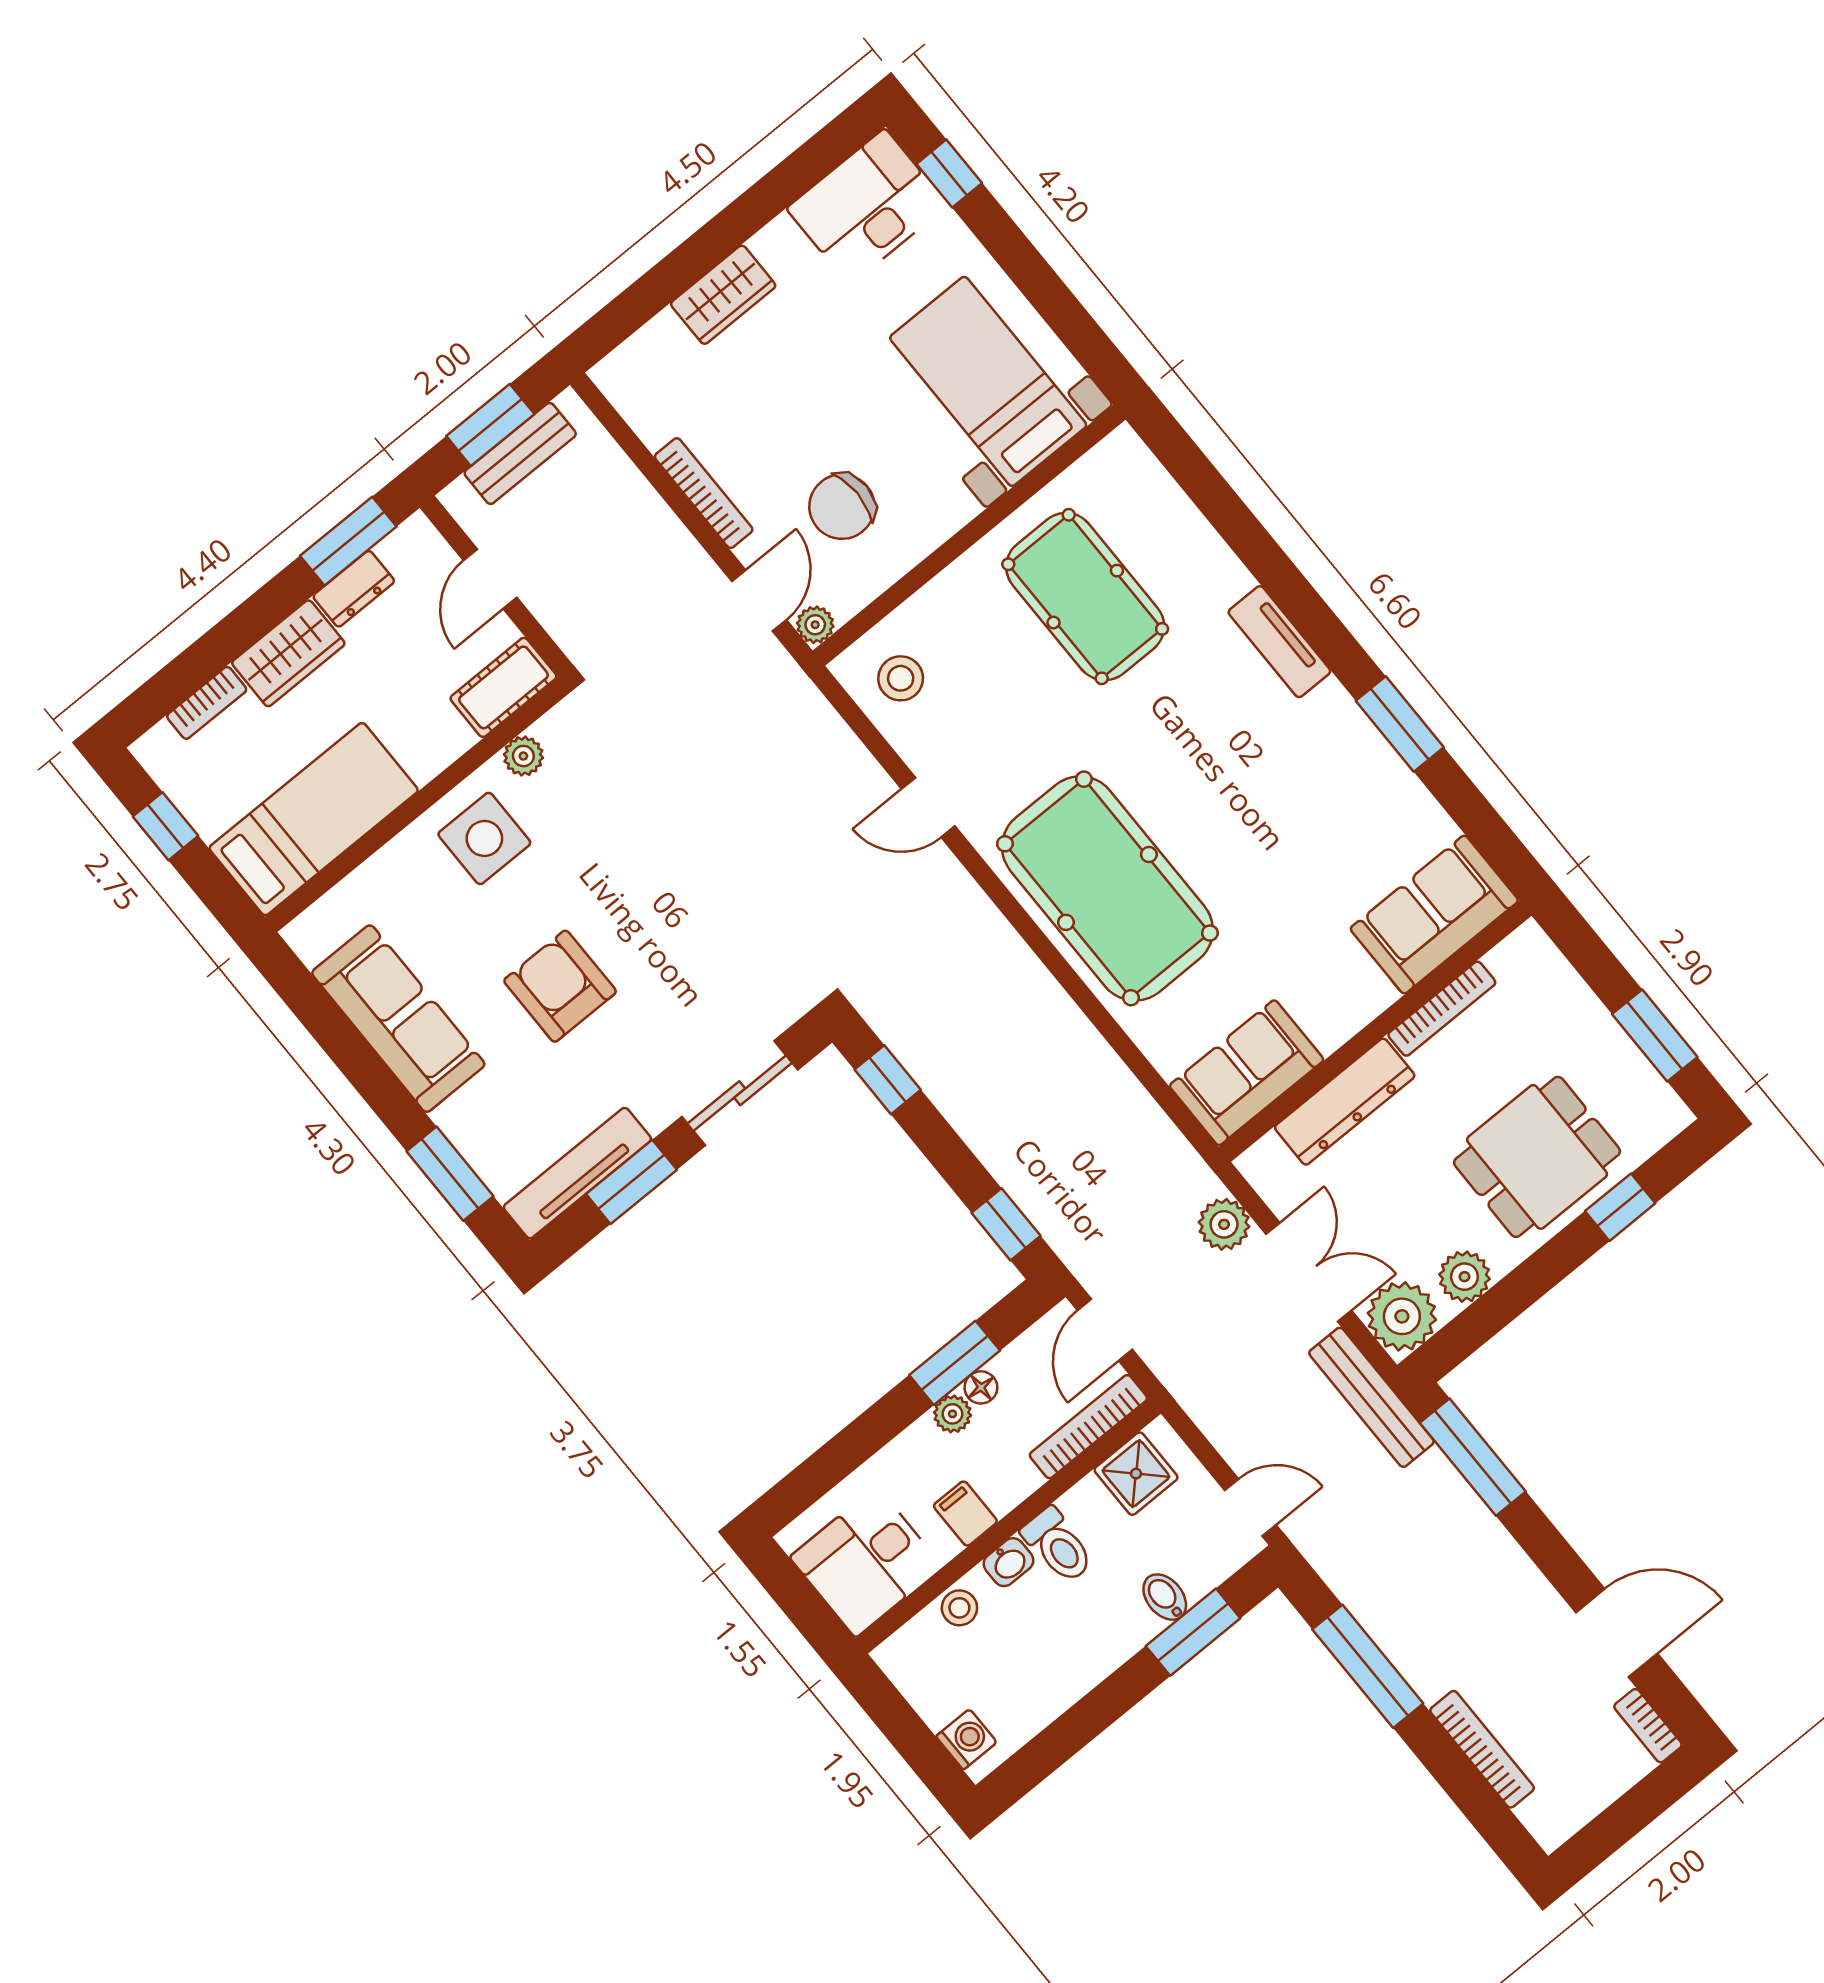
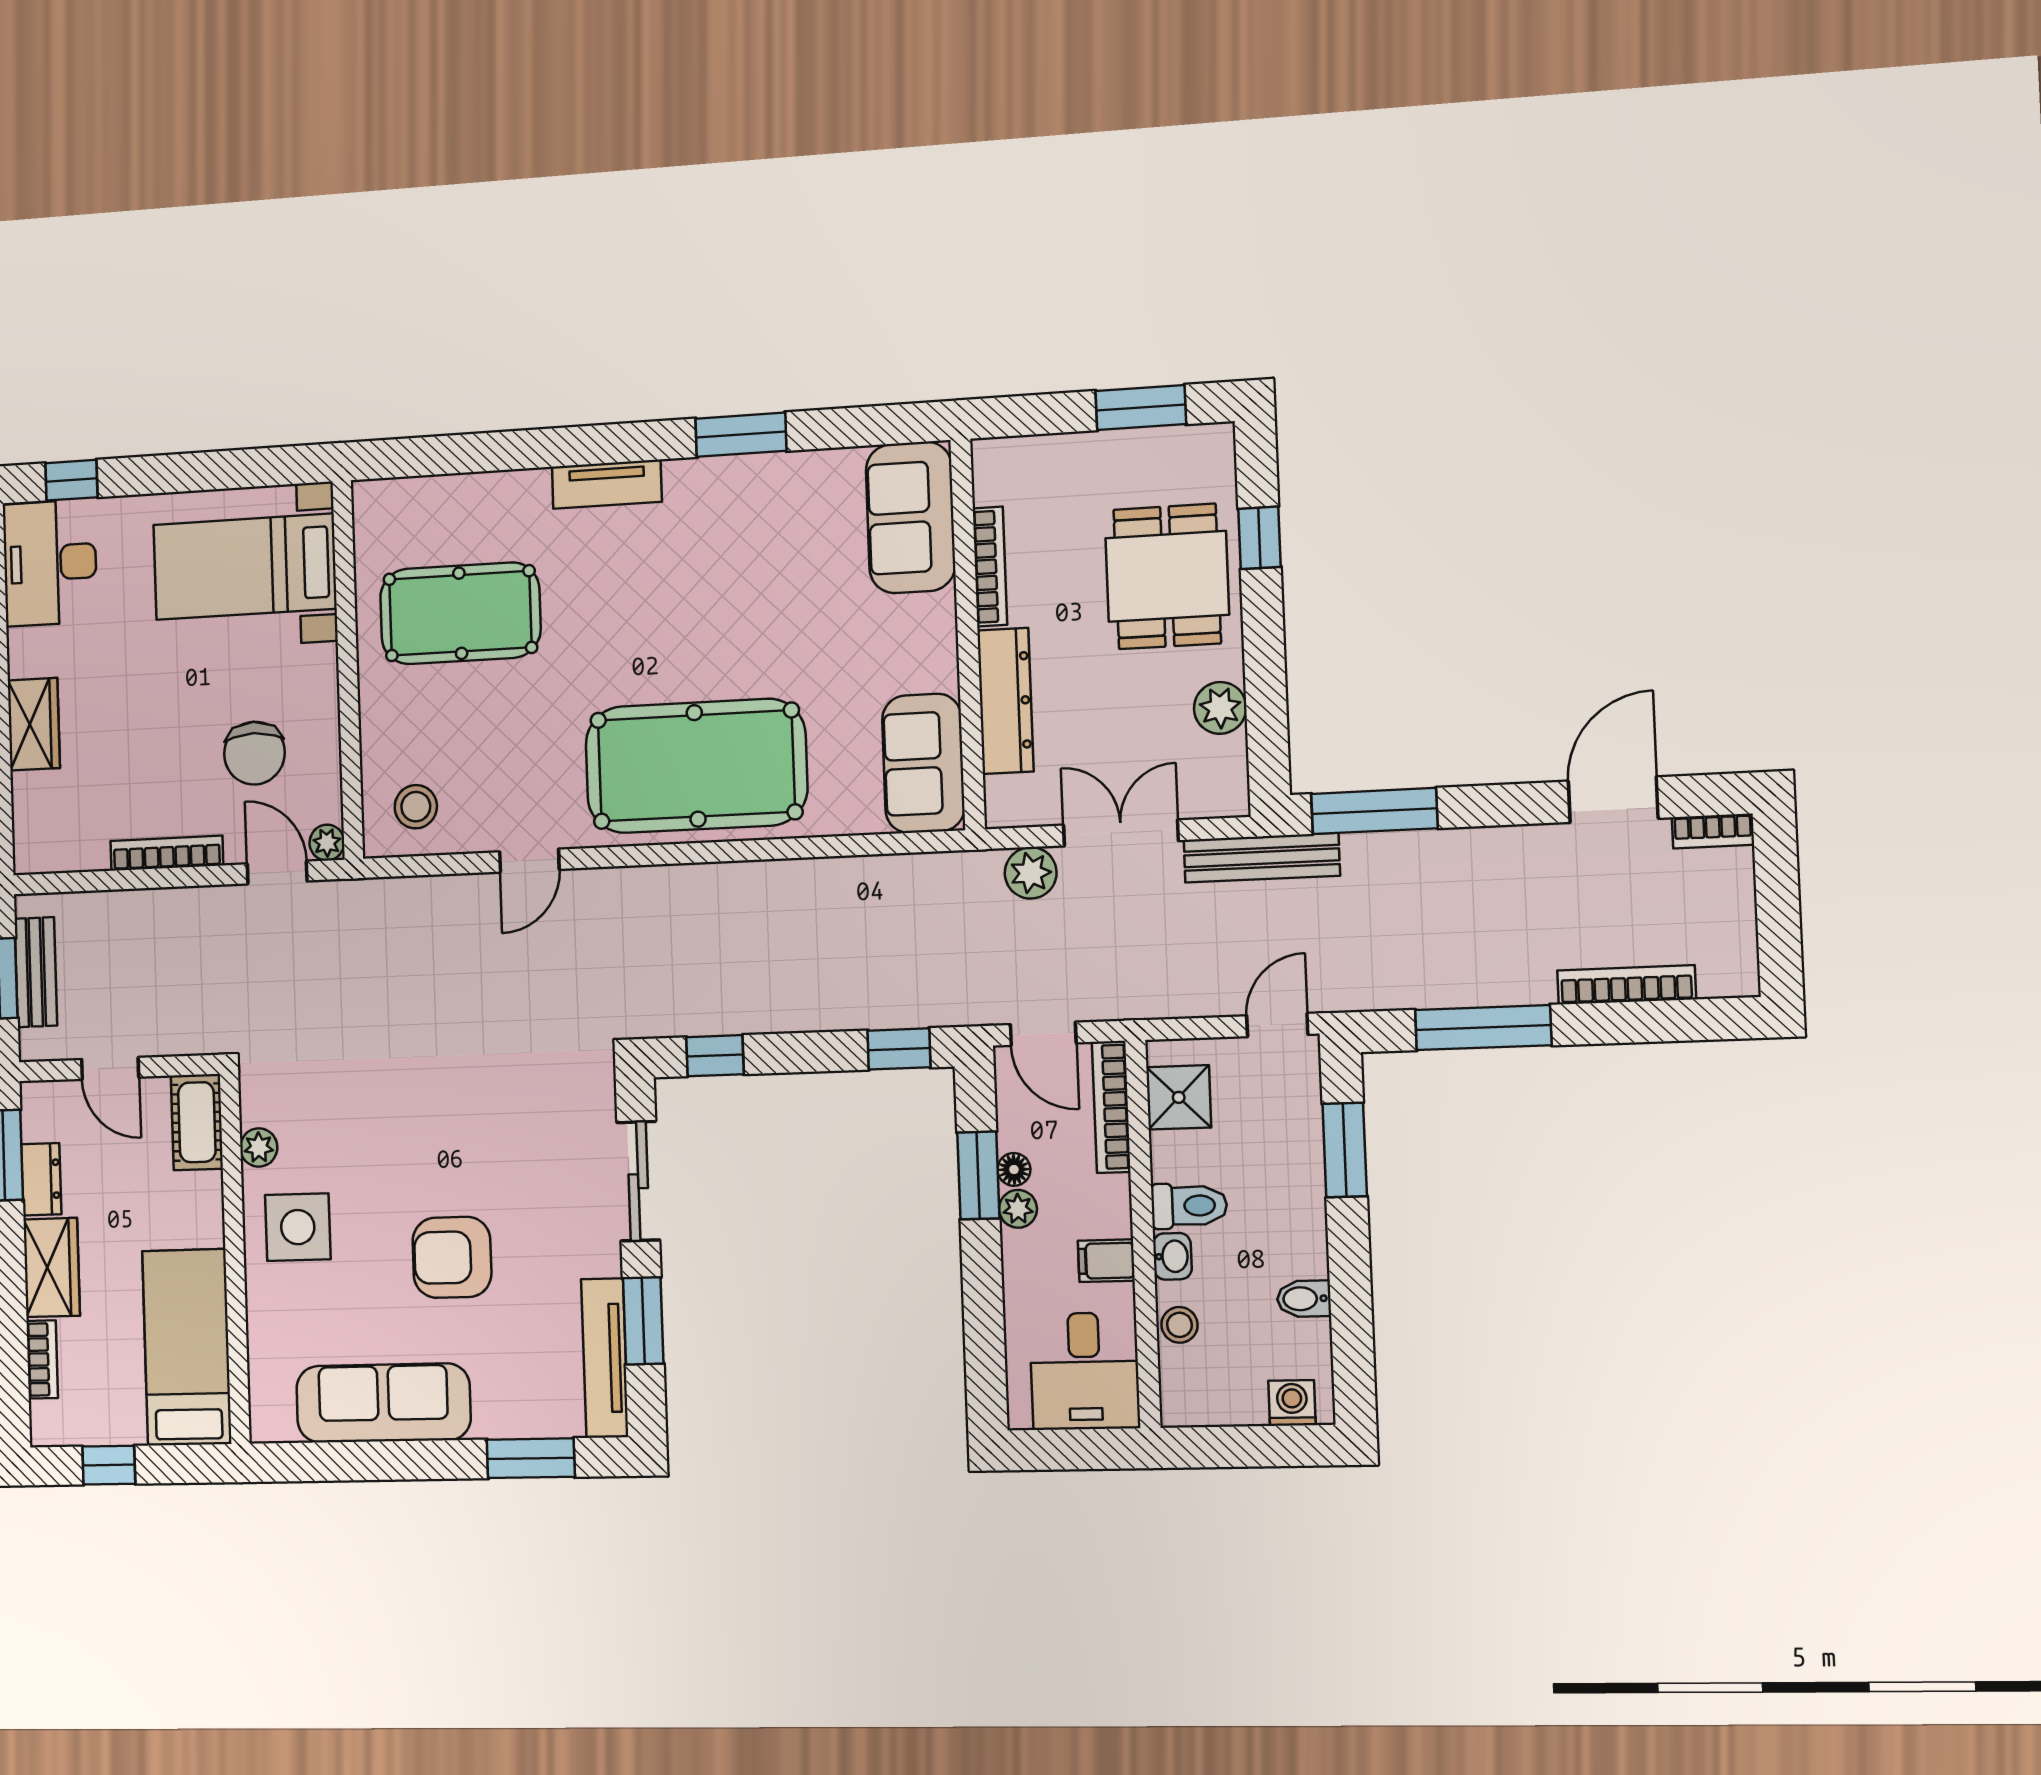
plant: (1402, 1316) -> (1214, 783), removed
bidet: (1165, 1597) -> (1304, 1299), moved

